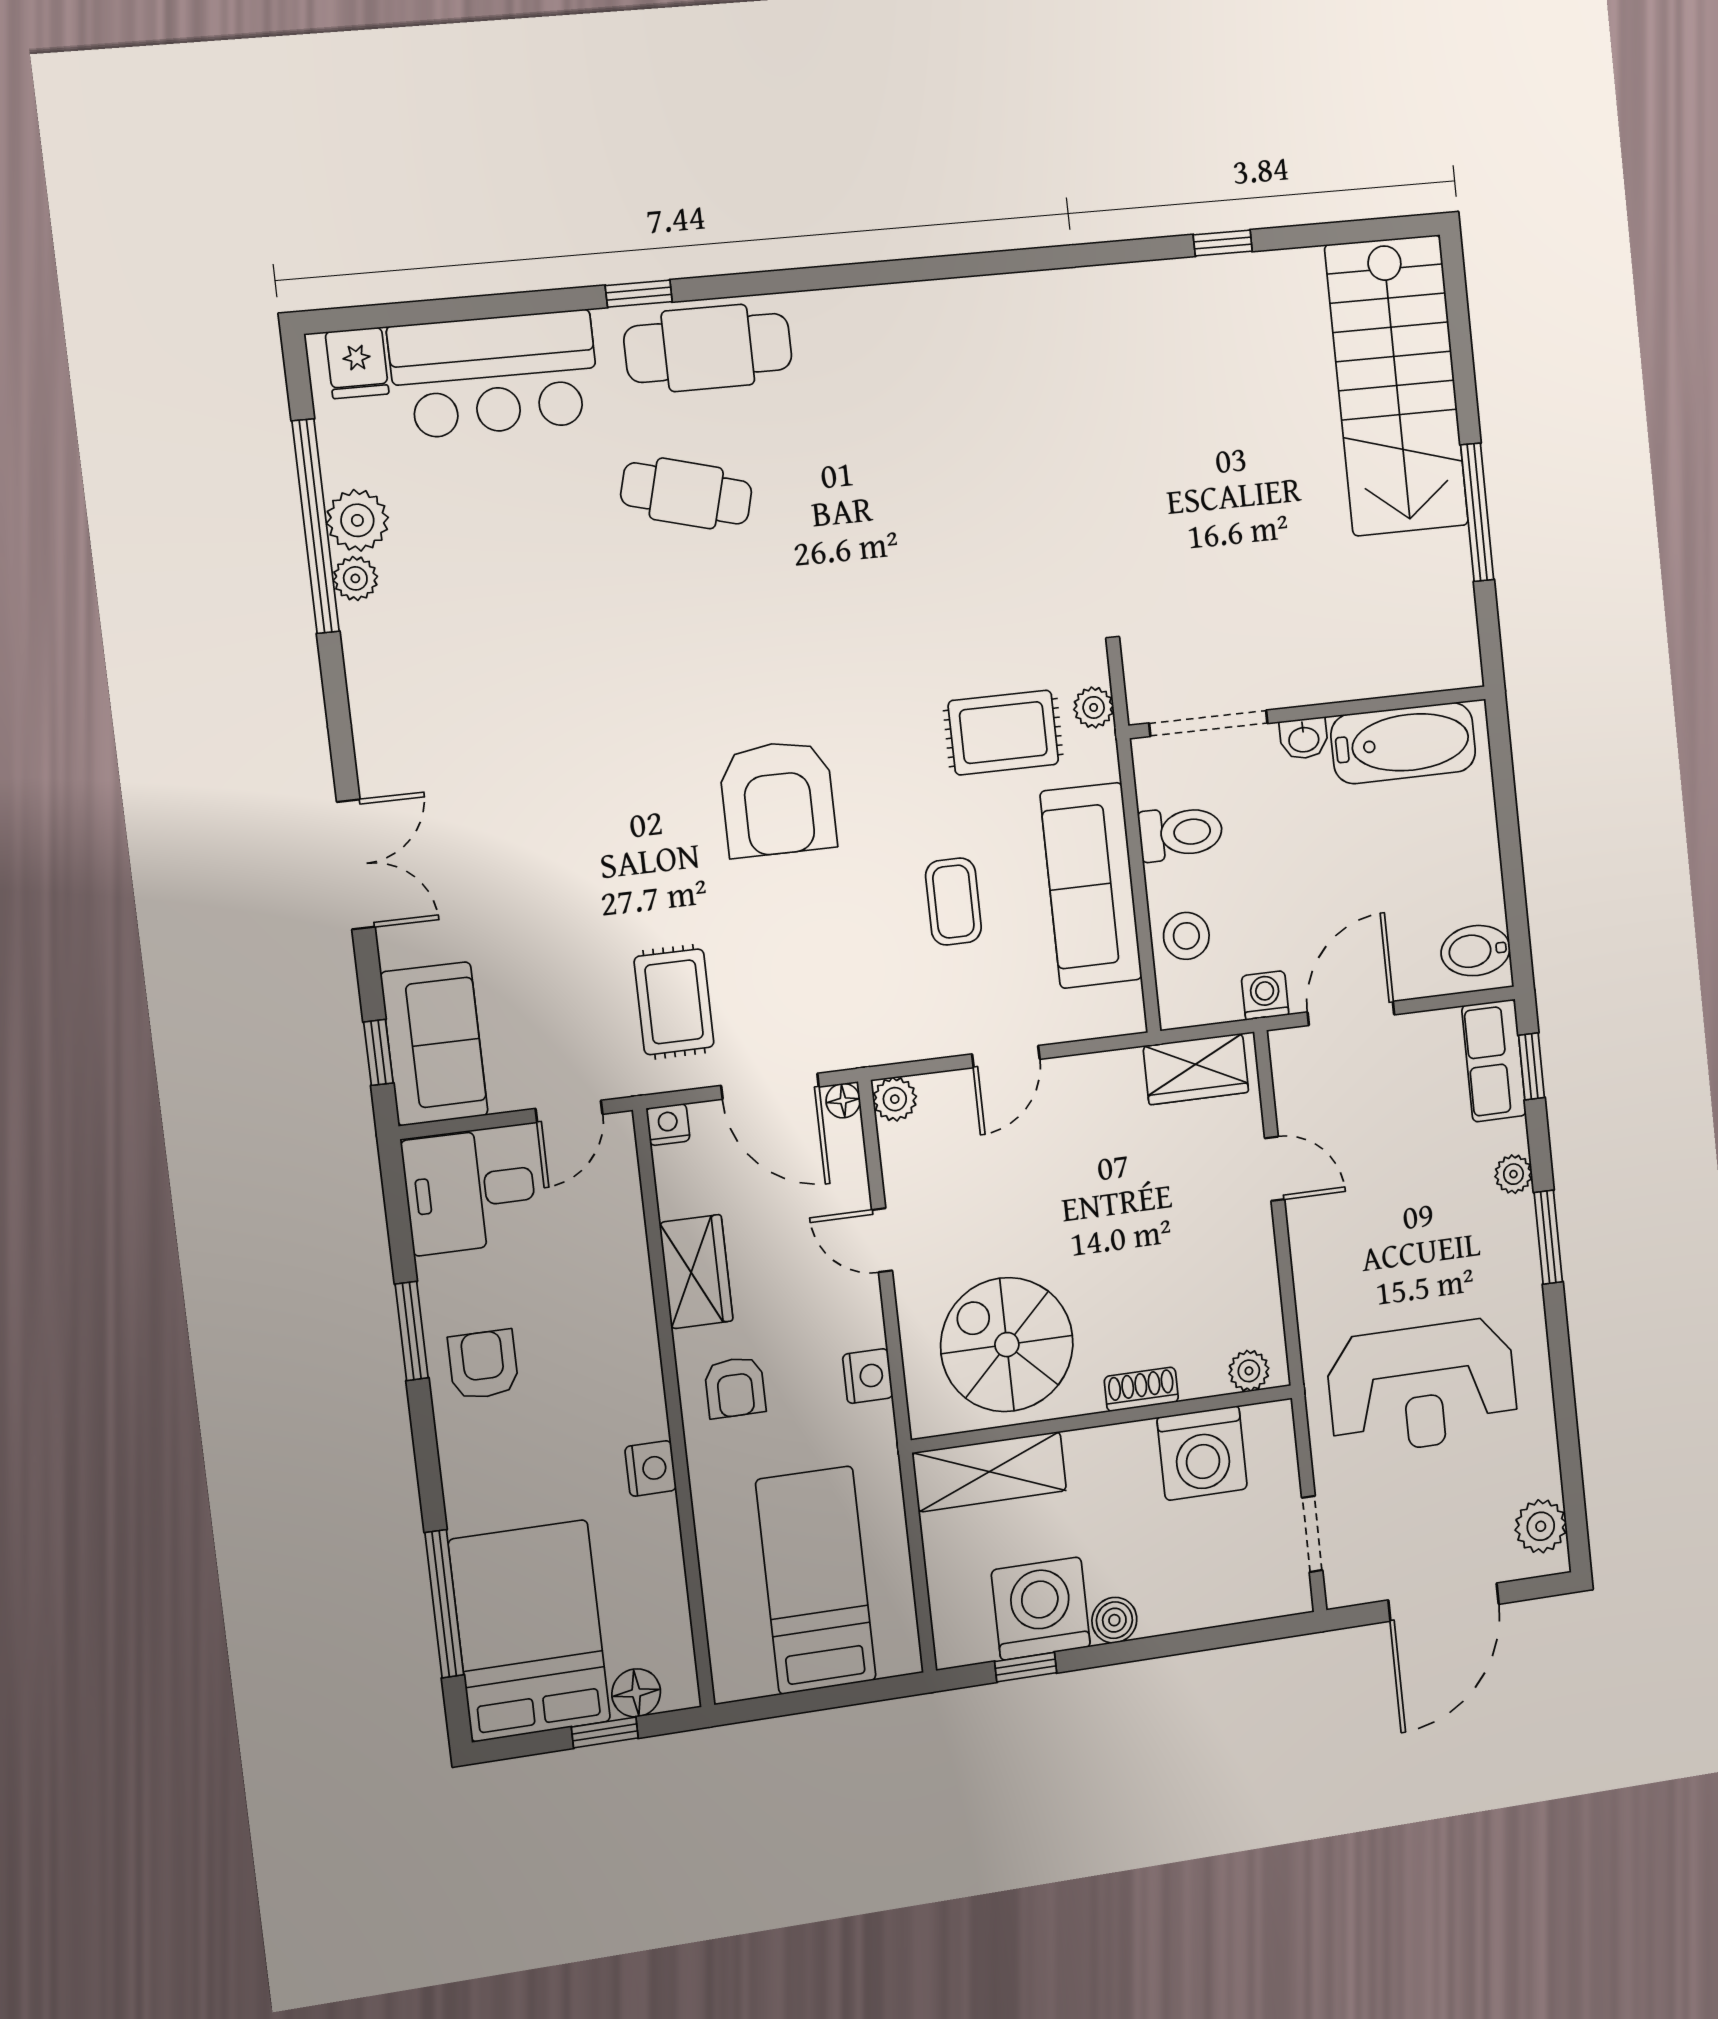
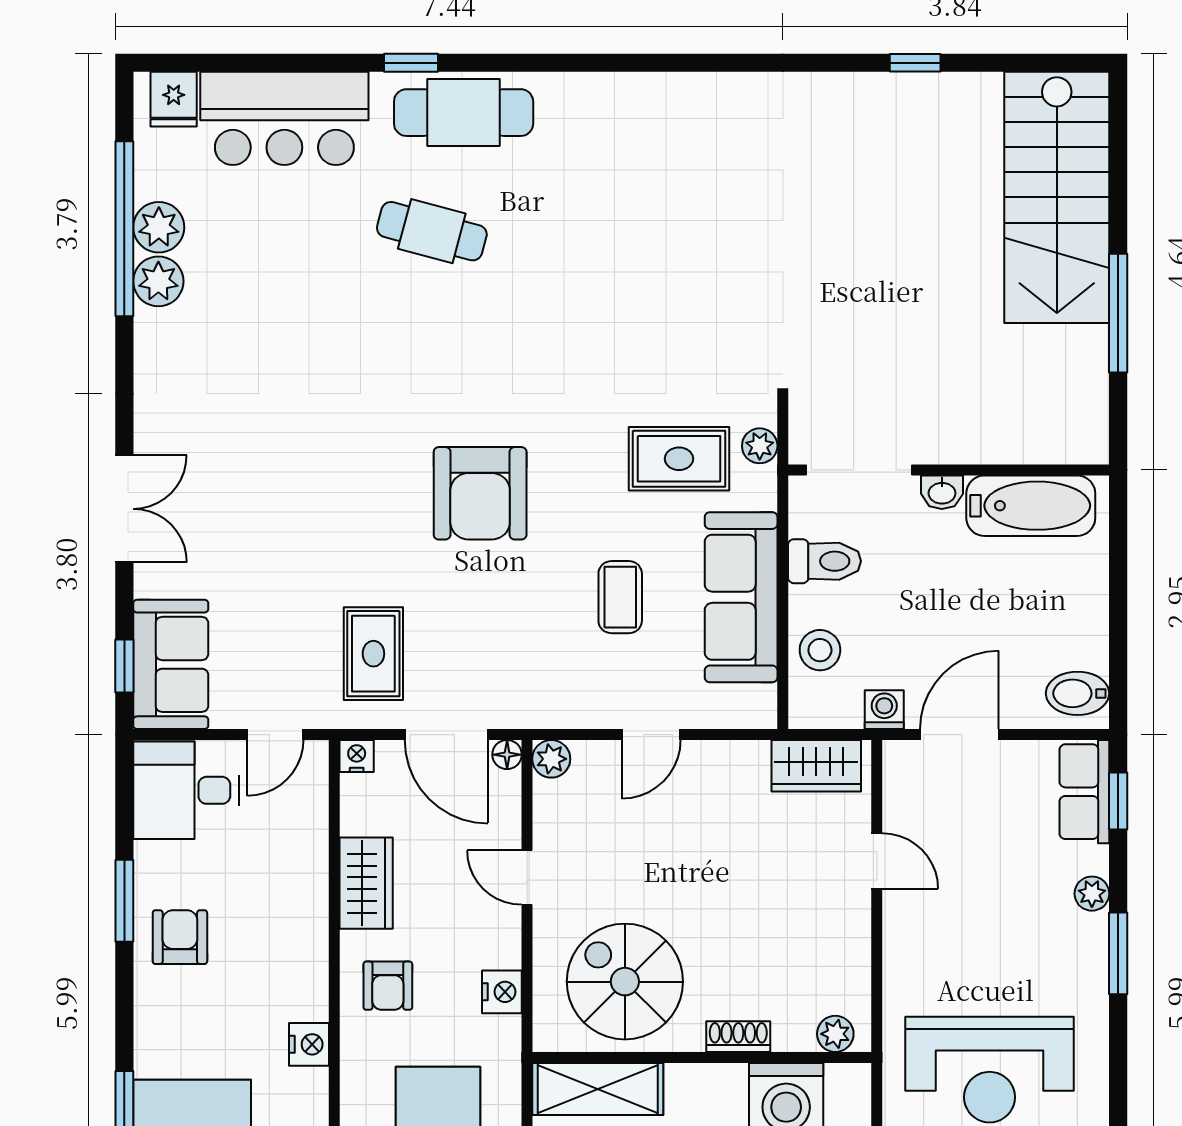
plant: (355, 578) -> (158, 281), width x1.38, depth x1.38

